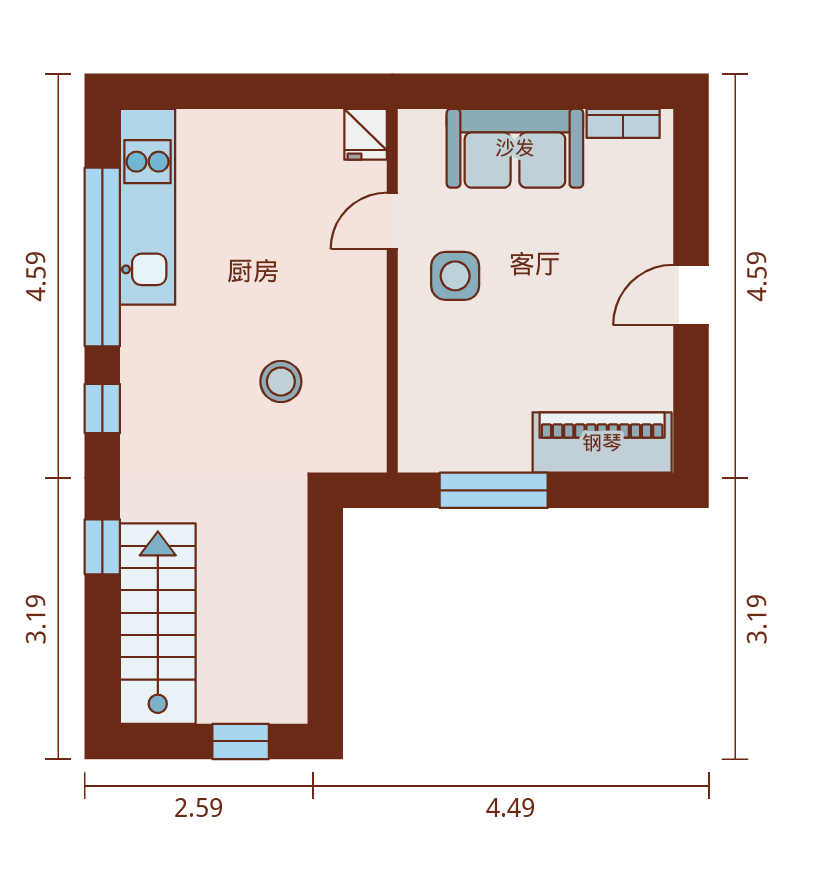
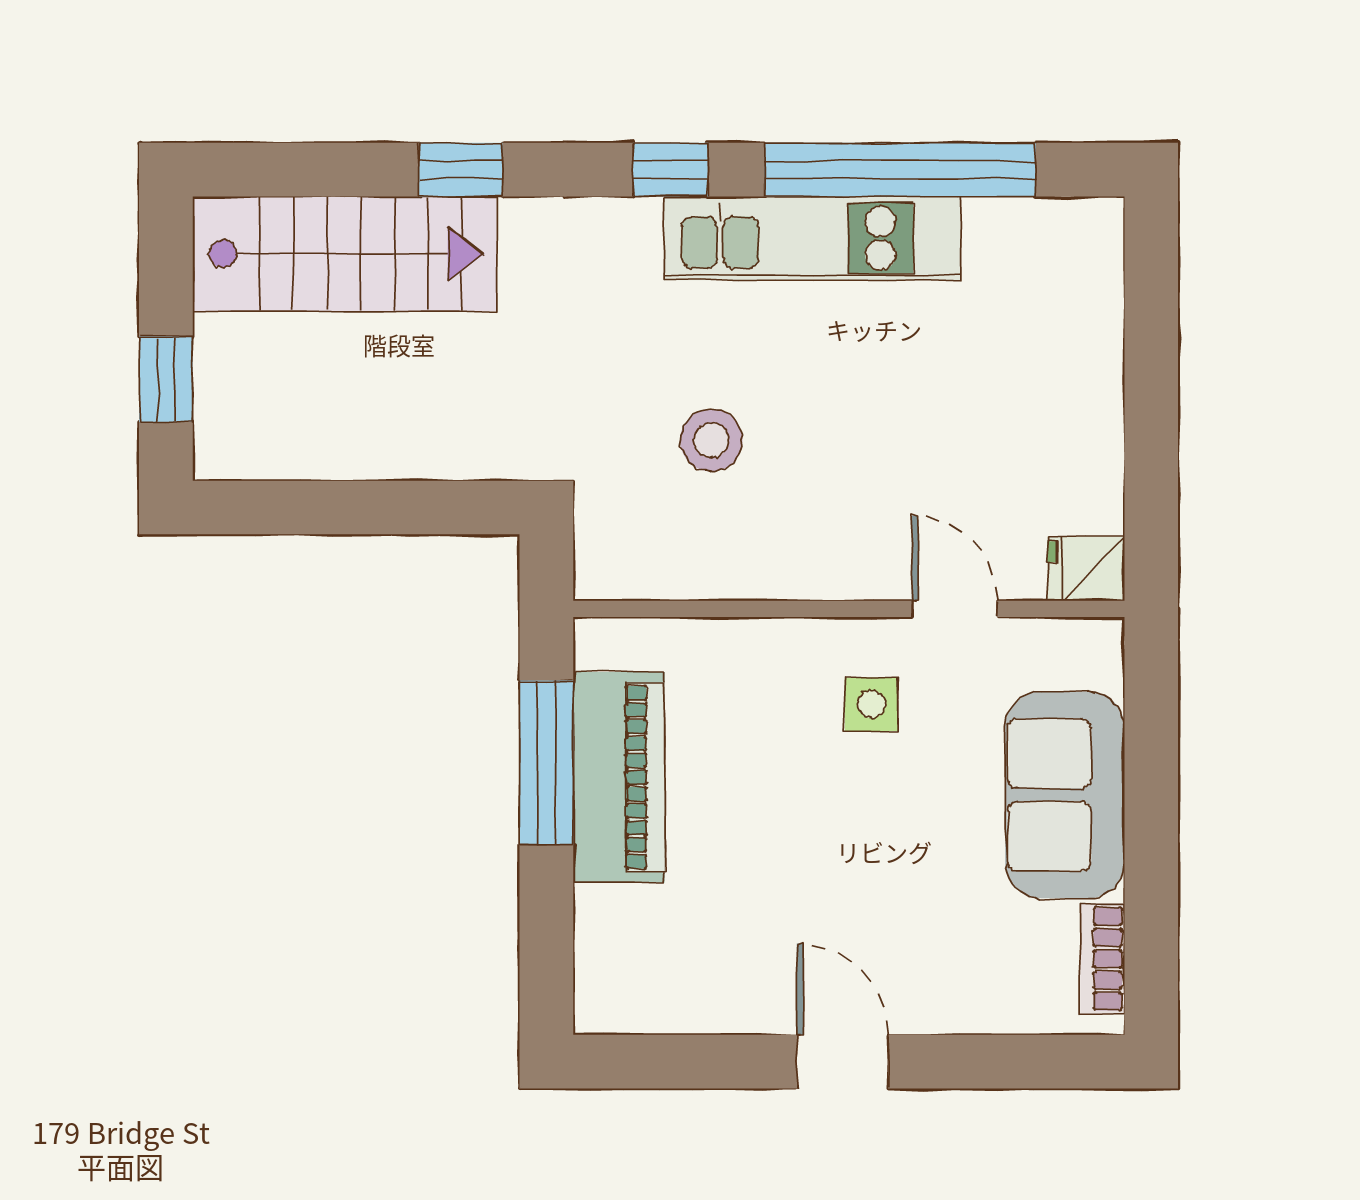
kitchen unit: (148, 207) -> (812, 238), moved
side table: (455, 276) -> (871, 704), width x0.73, depth x0.73
piano: (602, 443) -> (619, 777), moved

